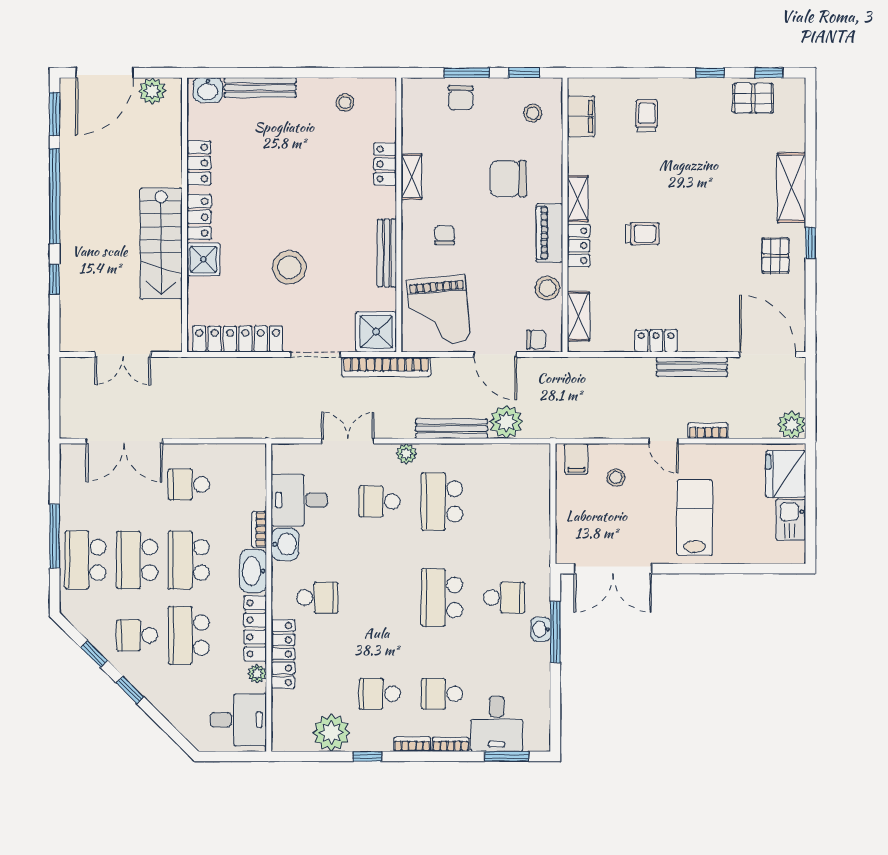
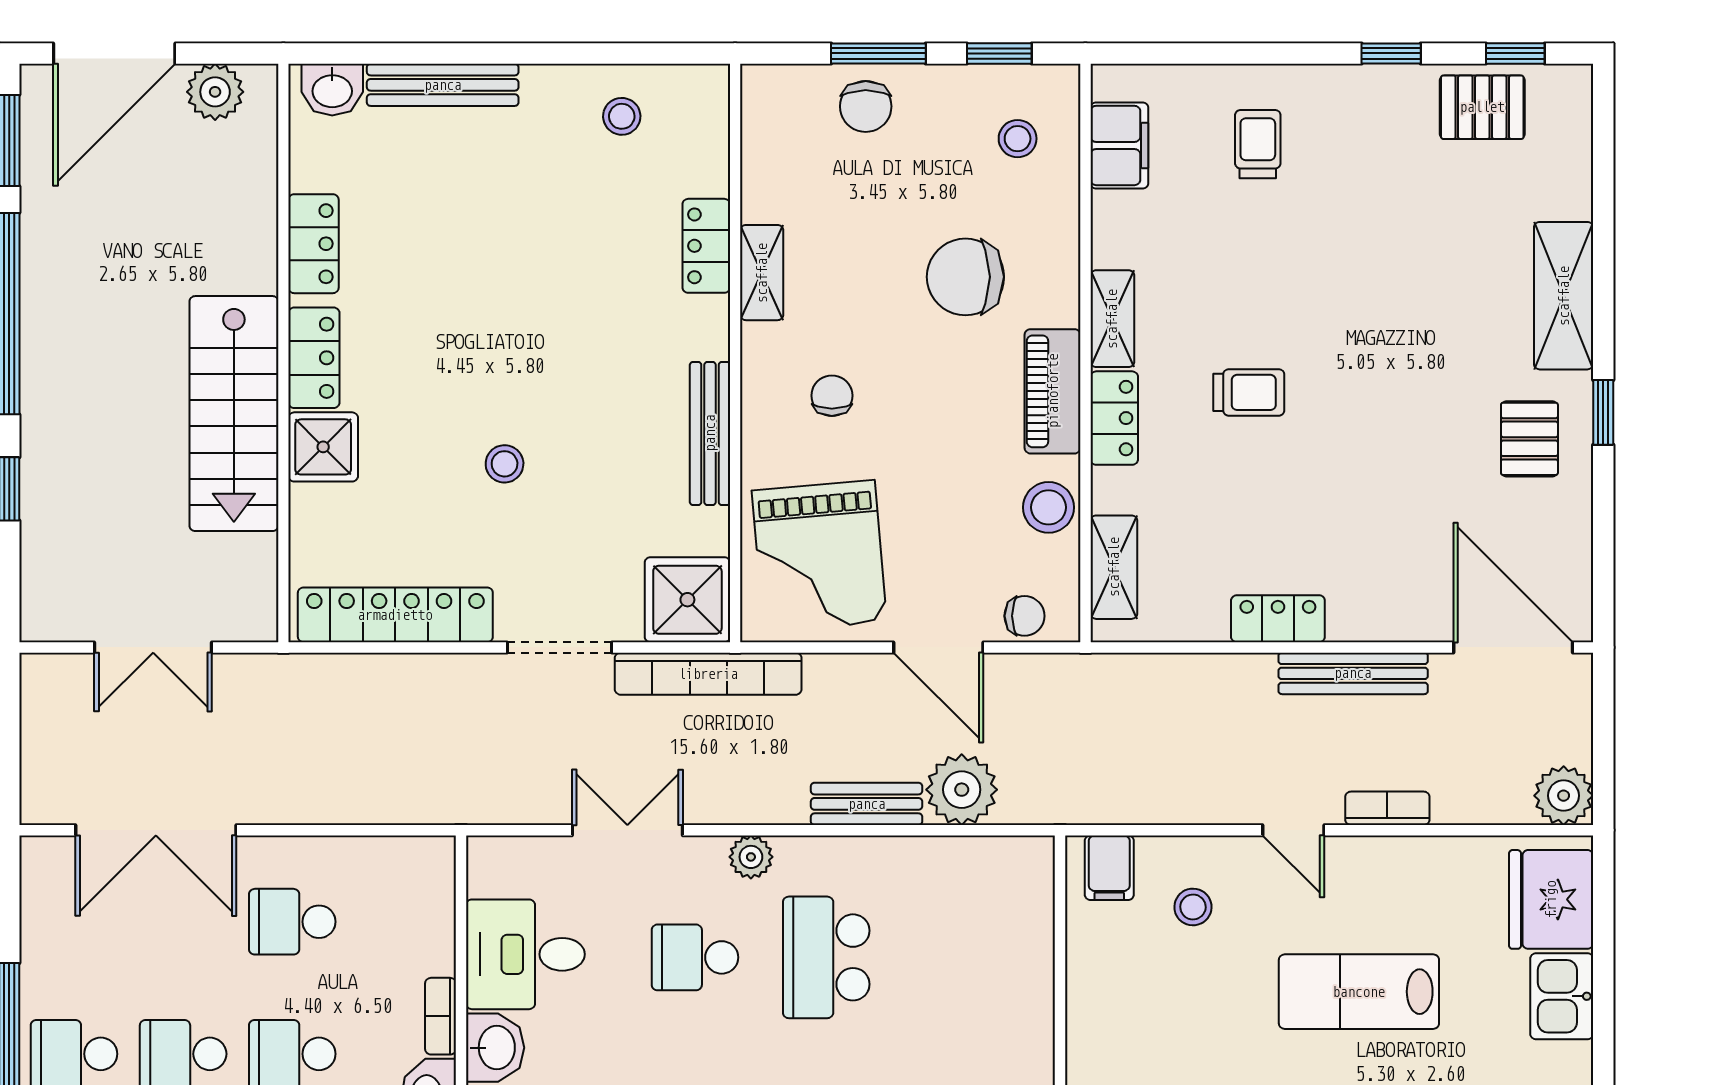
stool: (289, 267) -> (505, 464), width x0.53, depth x0.53
bench: (452, 429) -> (867, 804), width x0.73
lab bench: (695, 518) -> (1359, 992), turned -90

